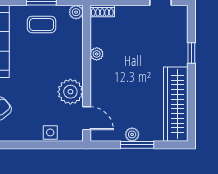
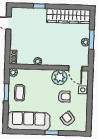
armchair: (38, 101) -> (64, 96), added
door: (87, 118) -> (75, 68), swing flipped

